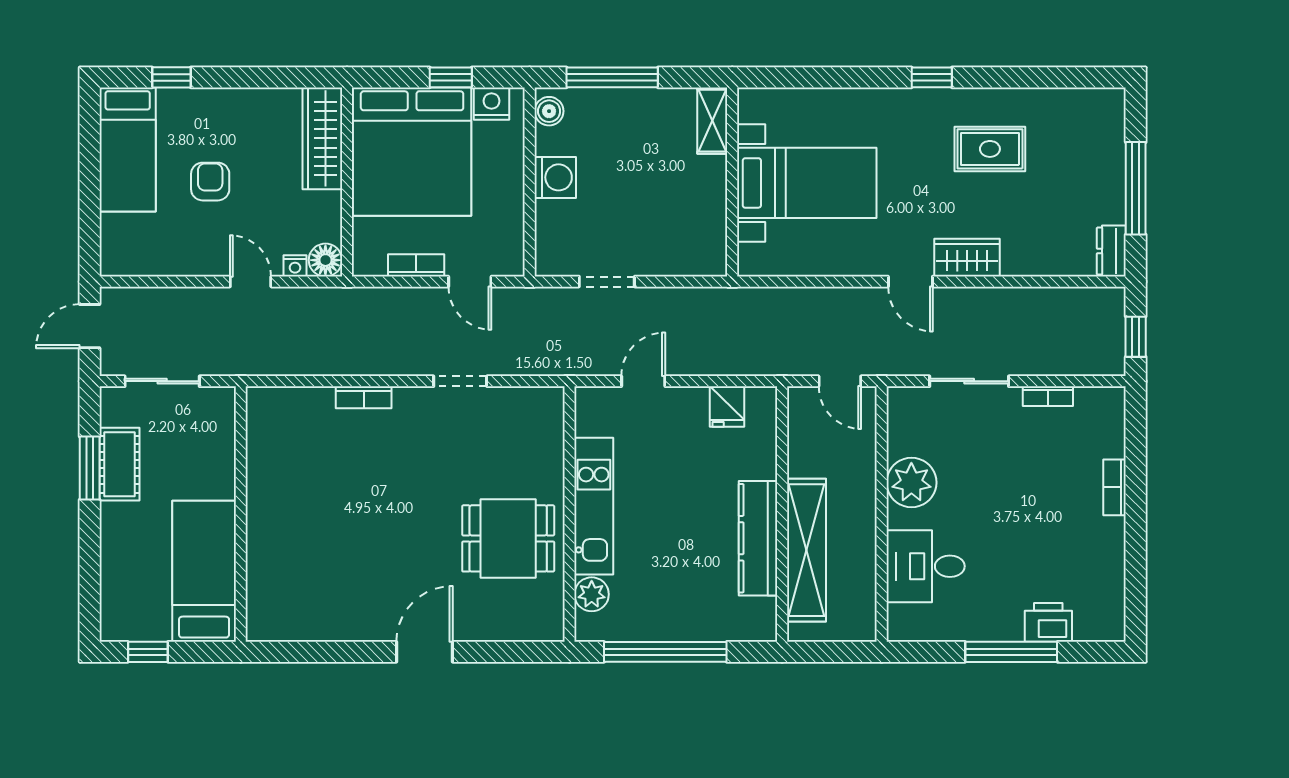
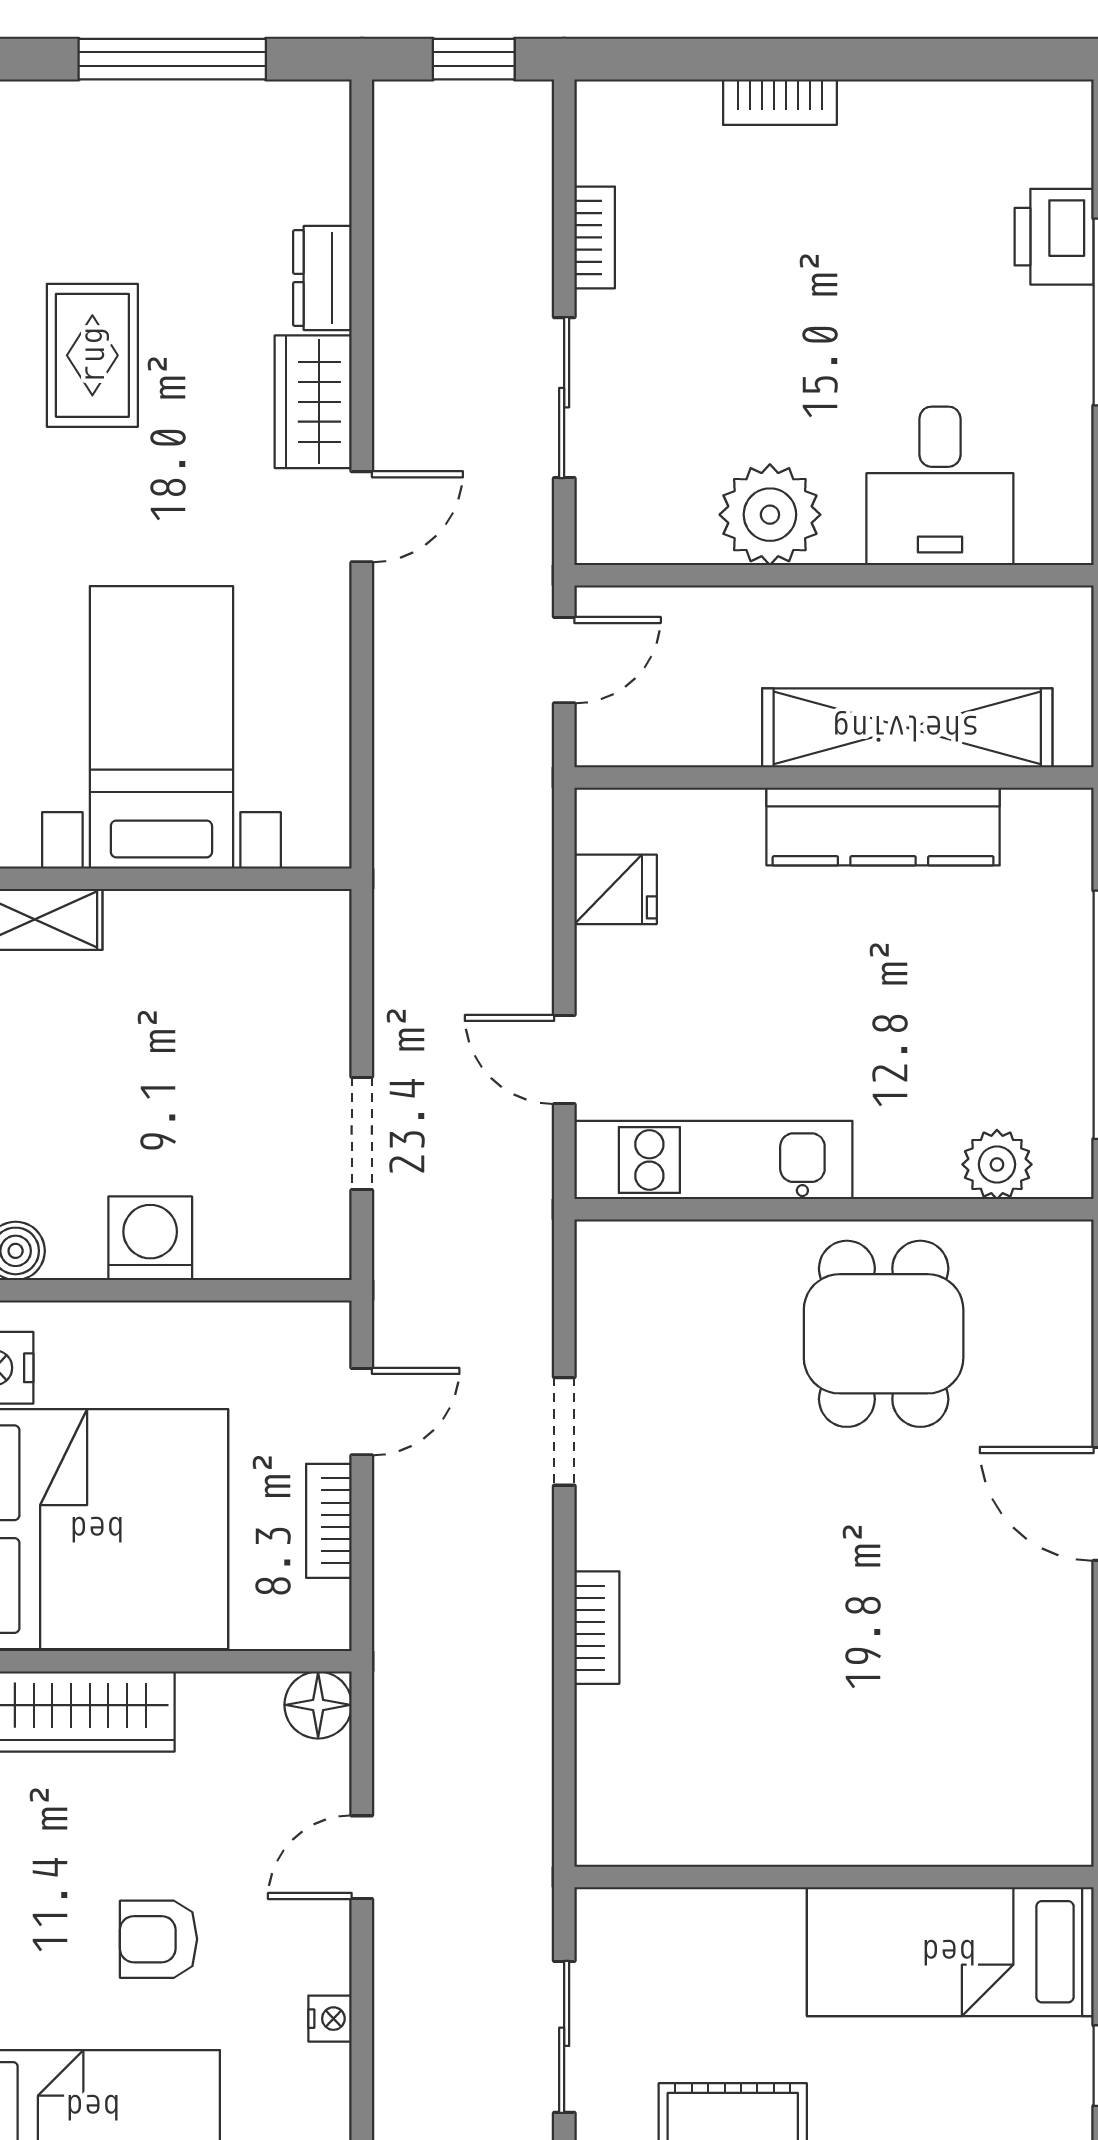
dresser: (1111, 251) -> (322, 278), moved, turned 90
nightstand: (295, 266) -> (330, 2019), moved
kitchen unit: (594, 506) -> (713, 1160), moved

